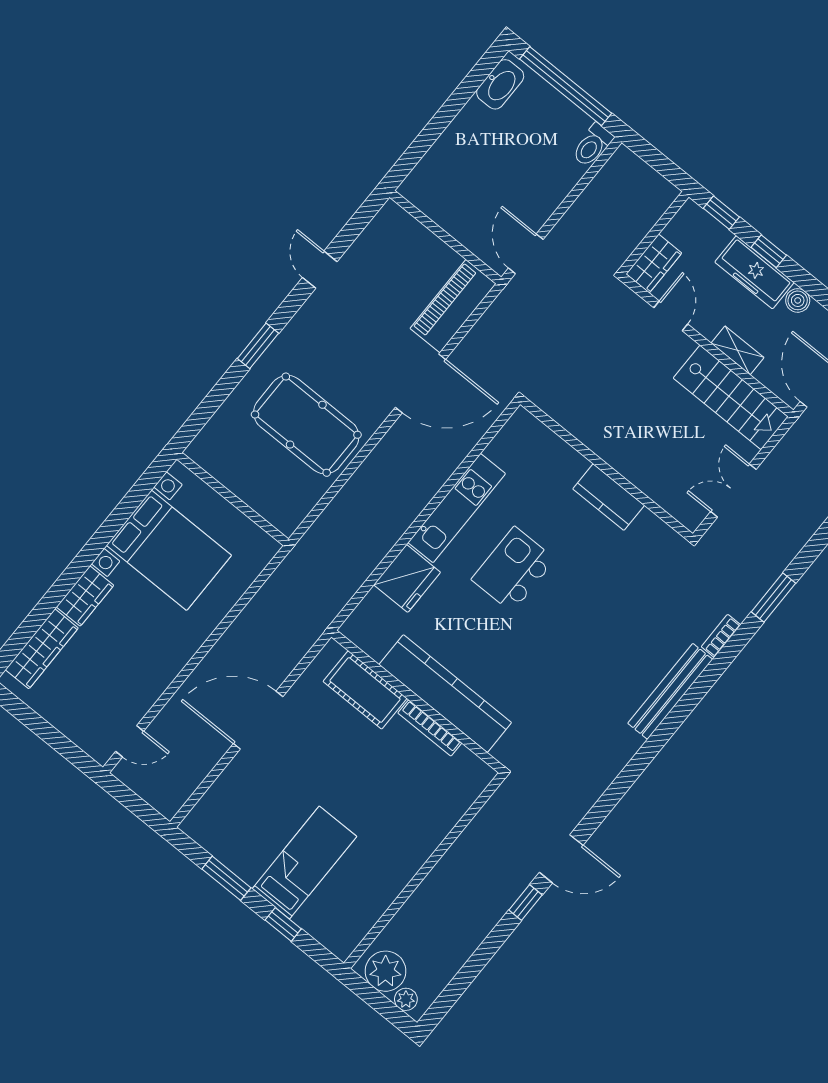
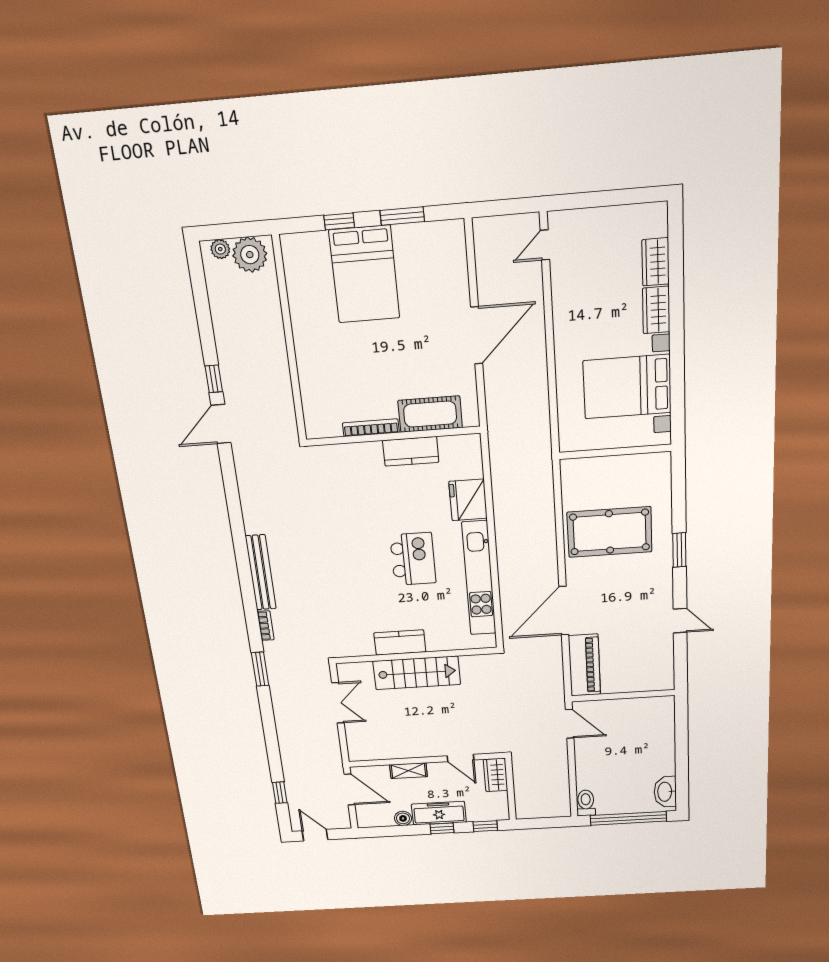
stairs: (731, 397) -> (417, 673), moved, turned 180
kitchen unit: (457, 508) -> (479, 578), width x1.36
wardrobe: (42, 649) -> (656, 262), width x0.67
kitchen counter: (445, 694) -> (411, 451), width x0.48, depth x0.86
bed: (304, 863) -> (364, 274), width x1.50

